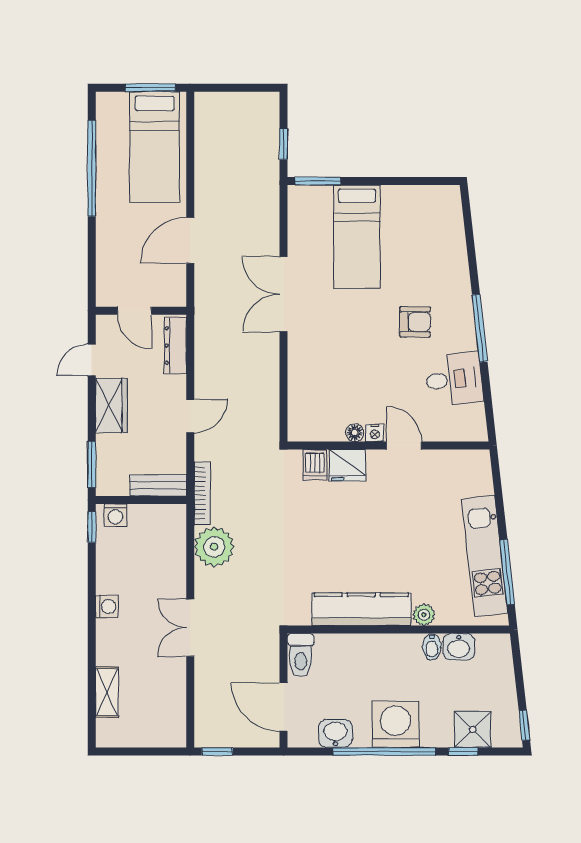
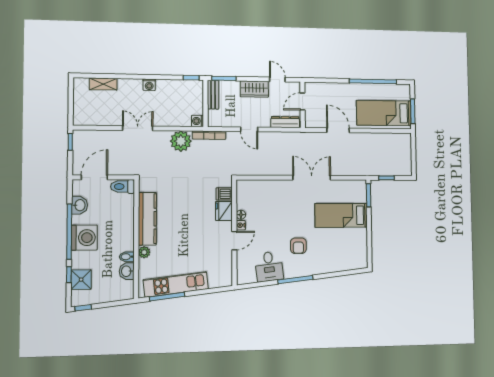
bench: (158, 485) -> (213, 95), moved
washing machine: (115, 515) -> (198, 121), moved

